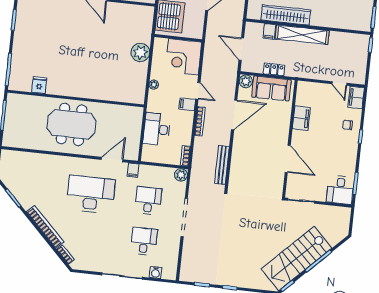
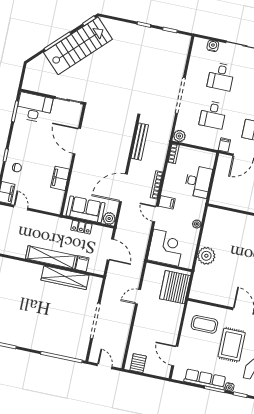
desk: (340, 190) -> (34, 108), width x1.37

